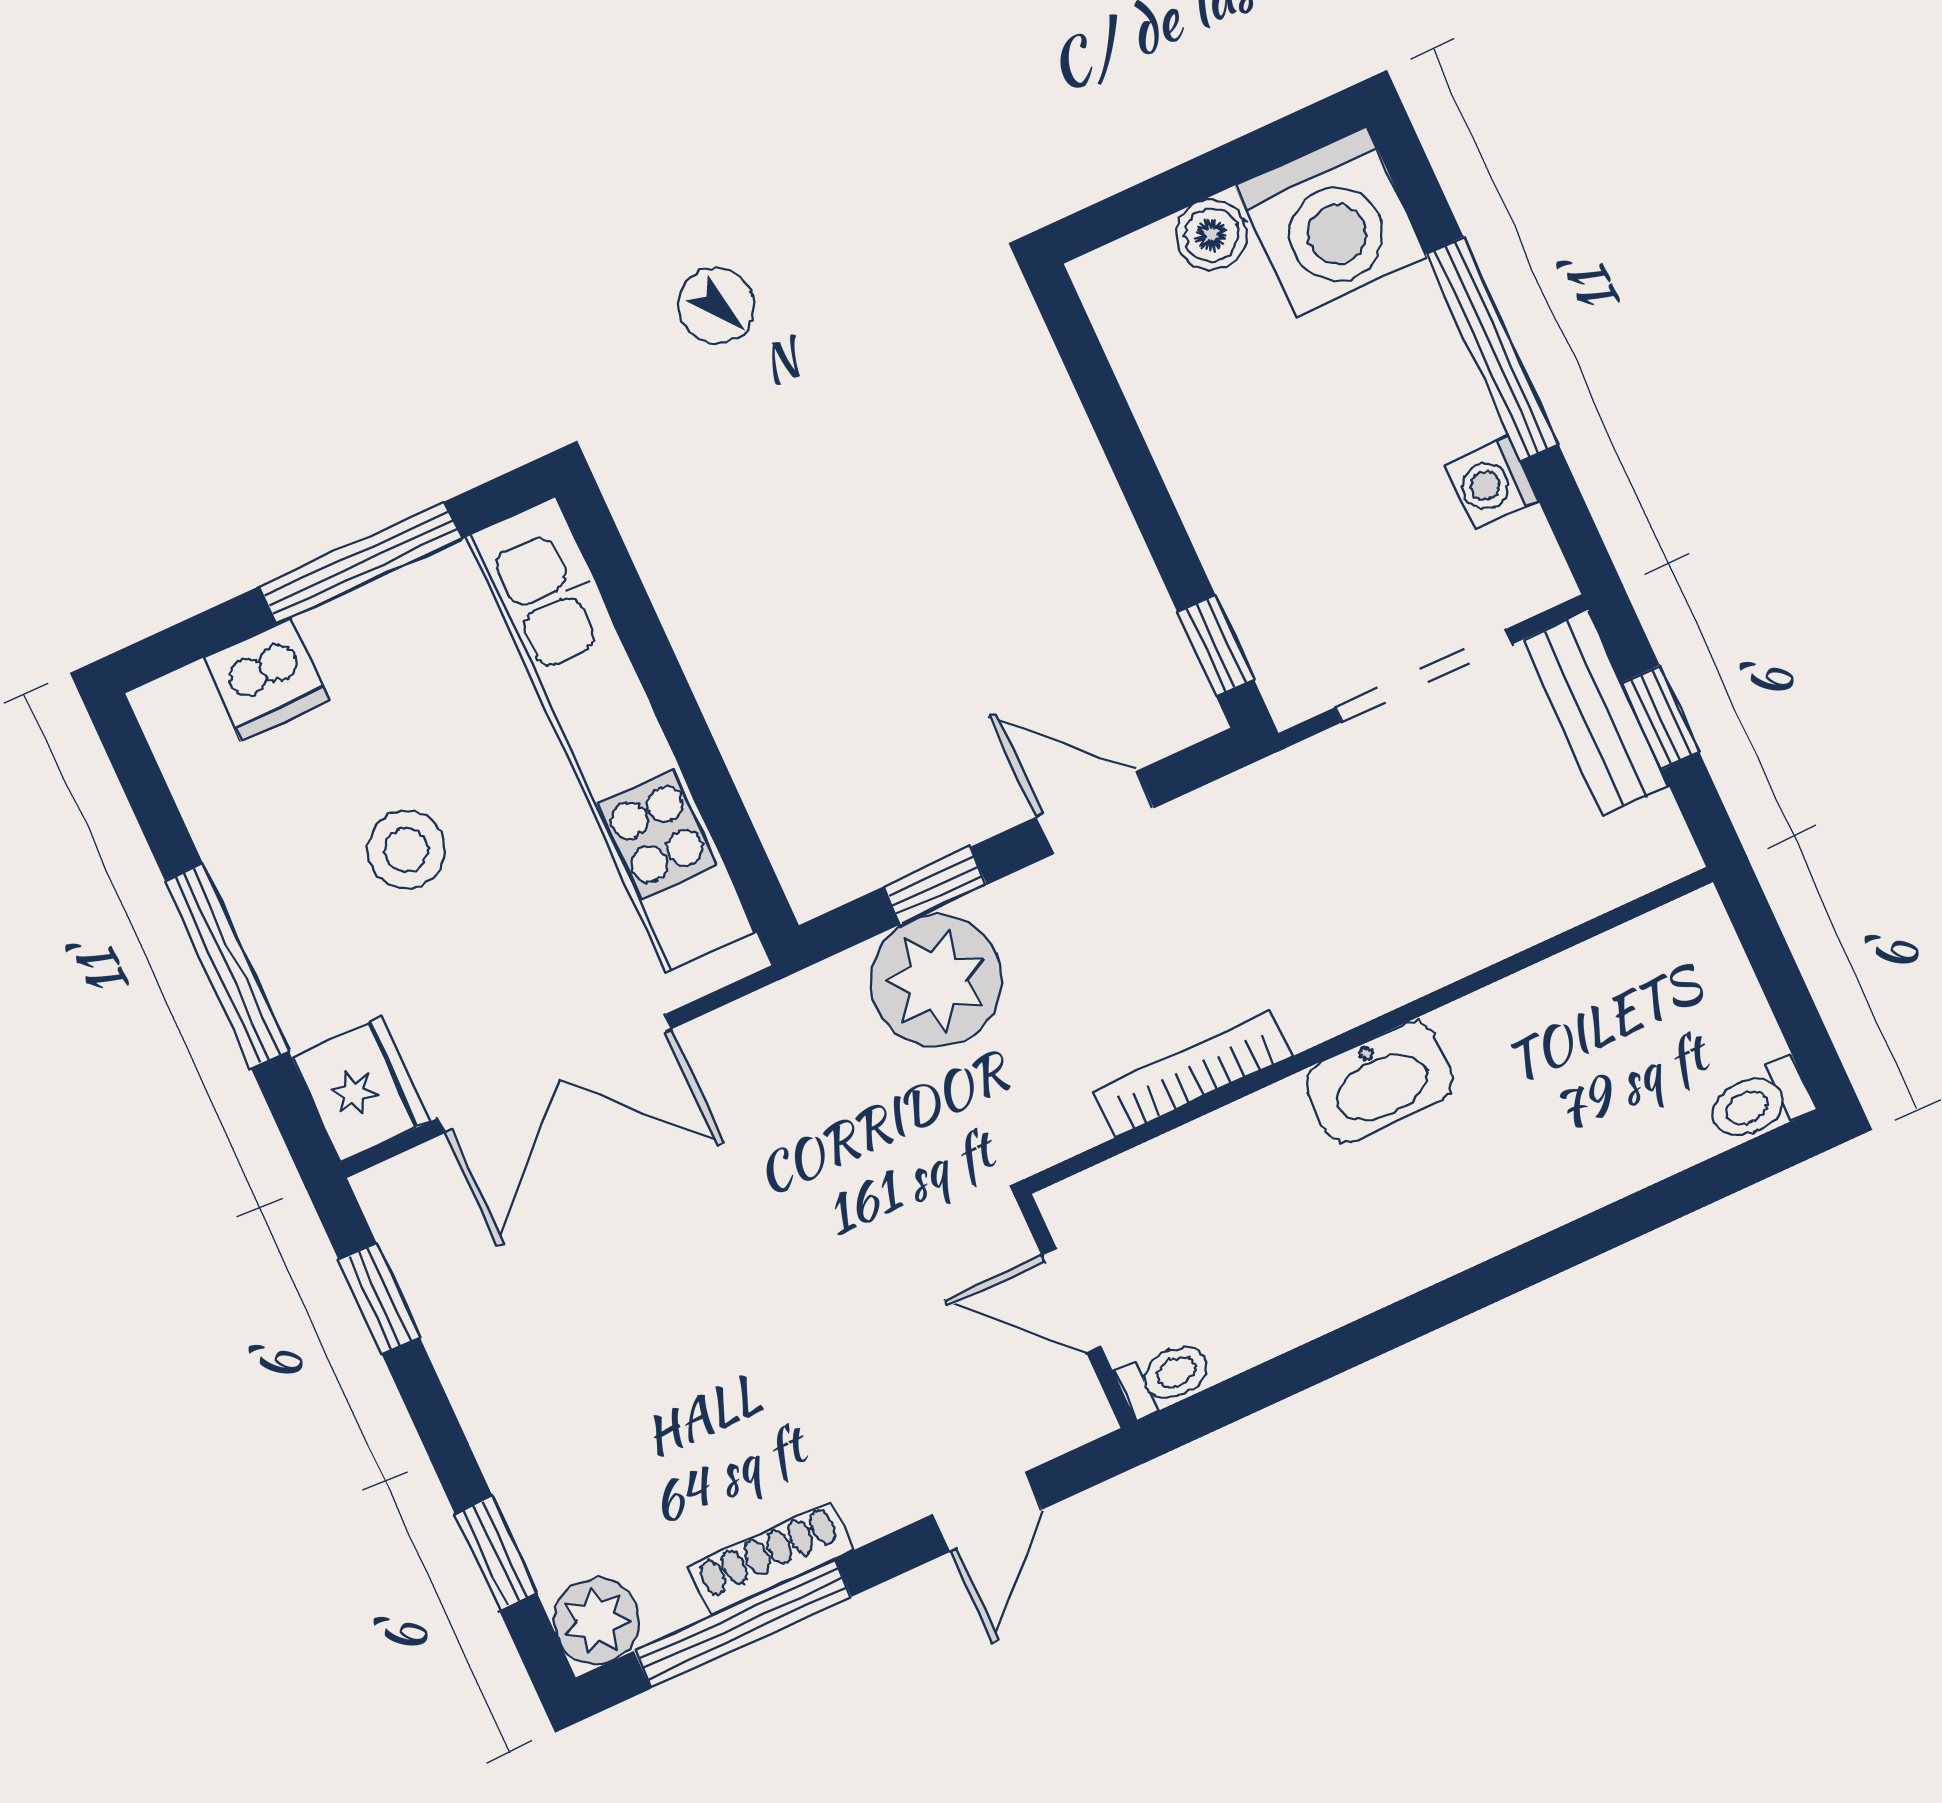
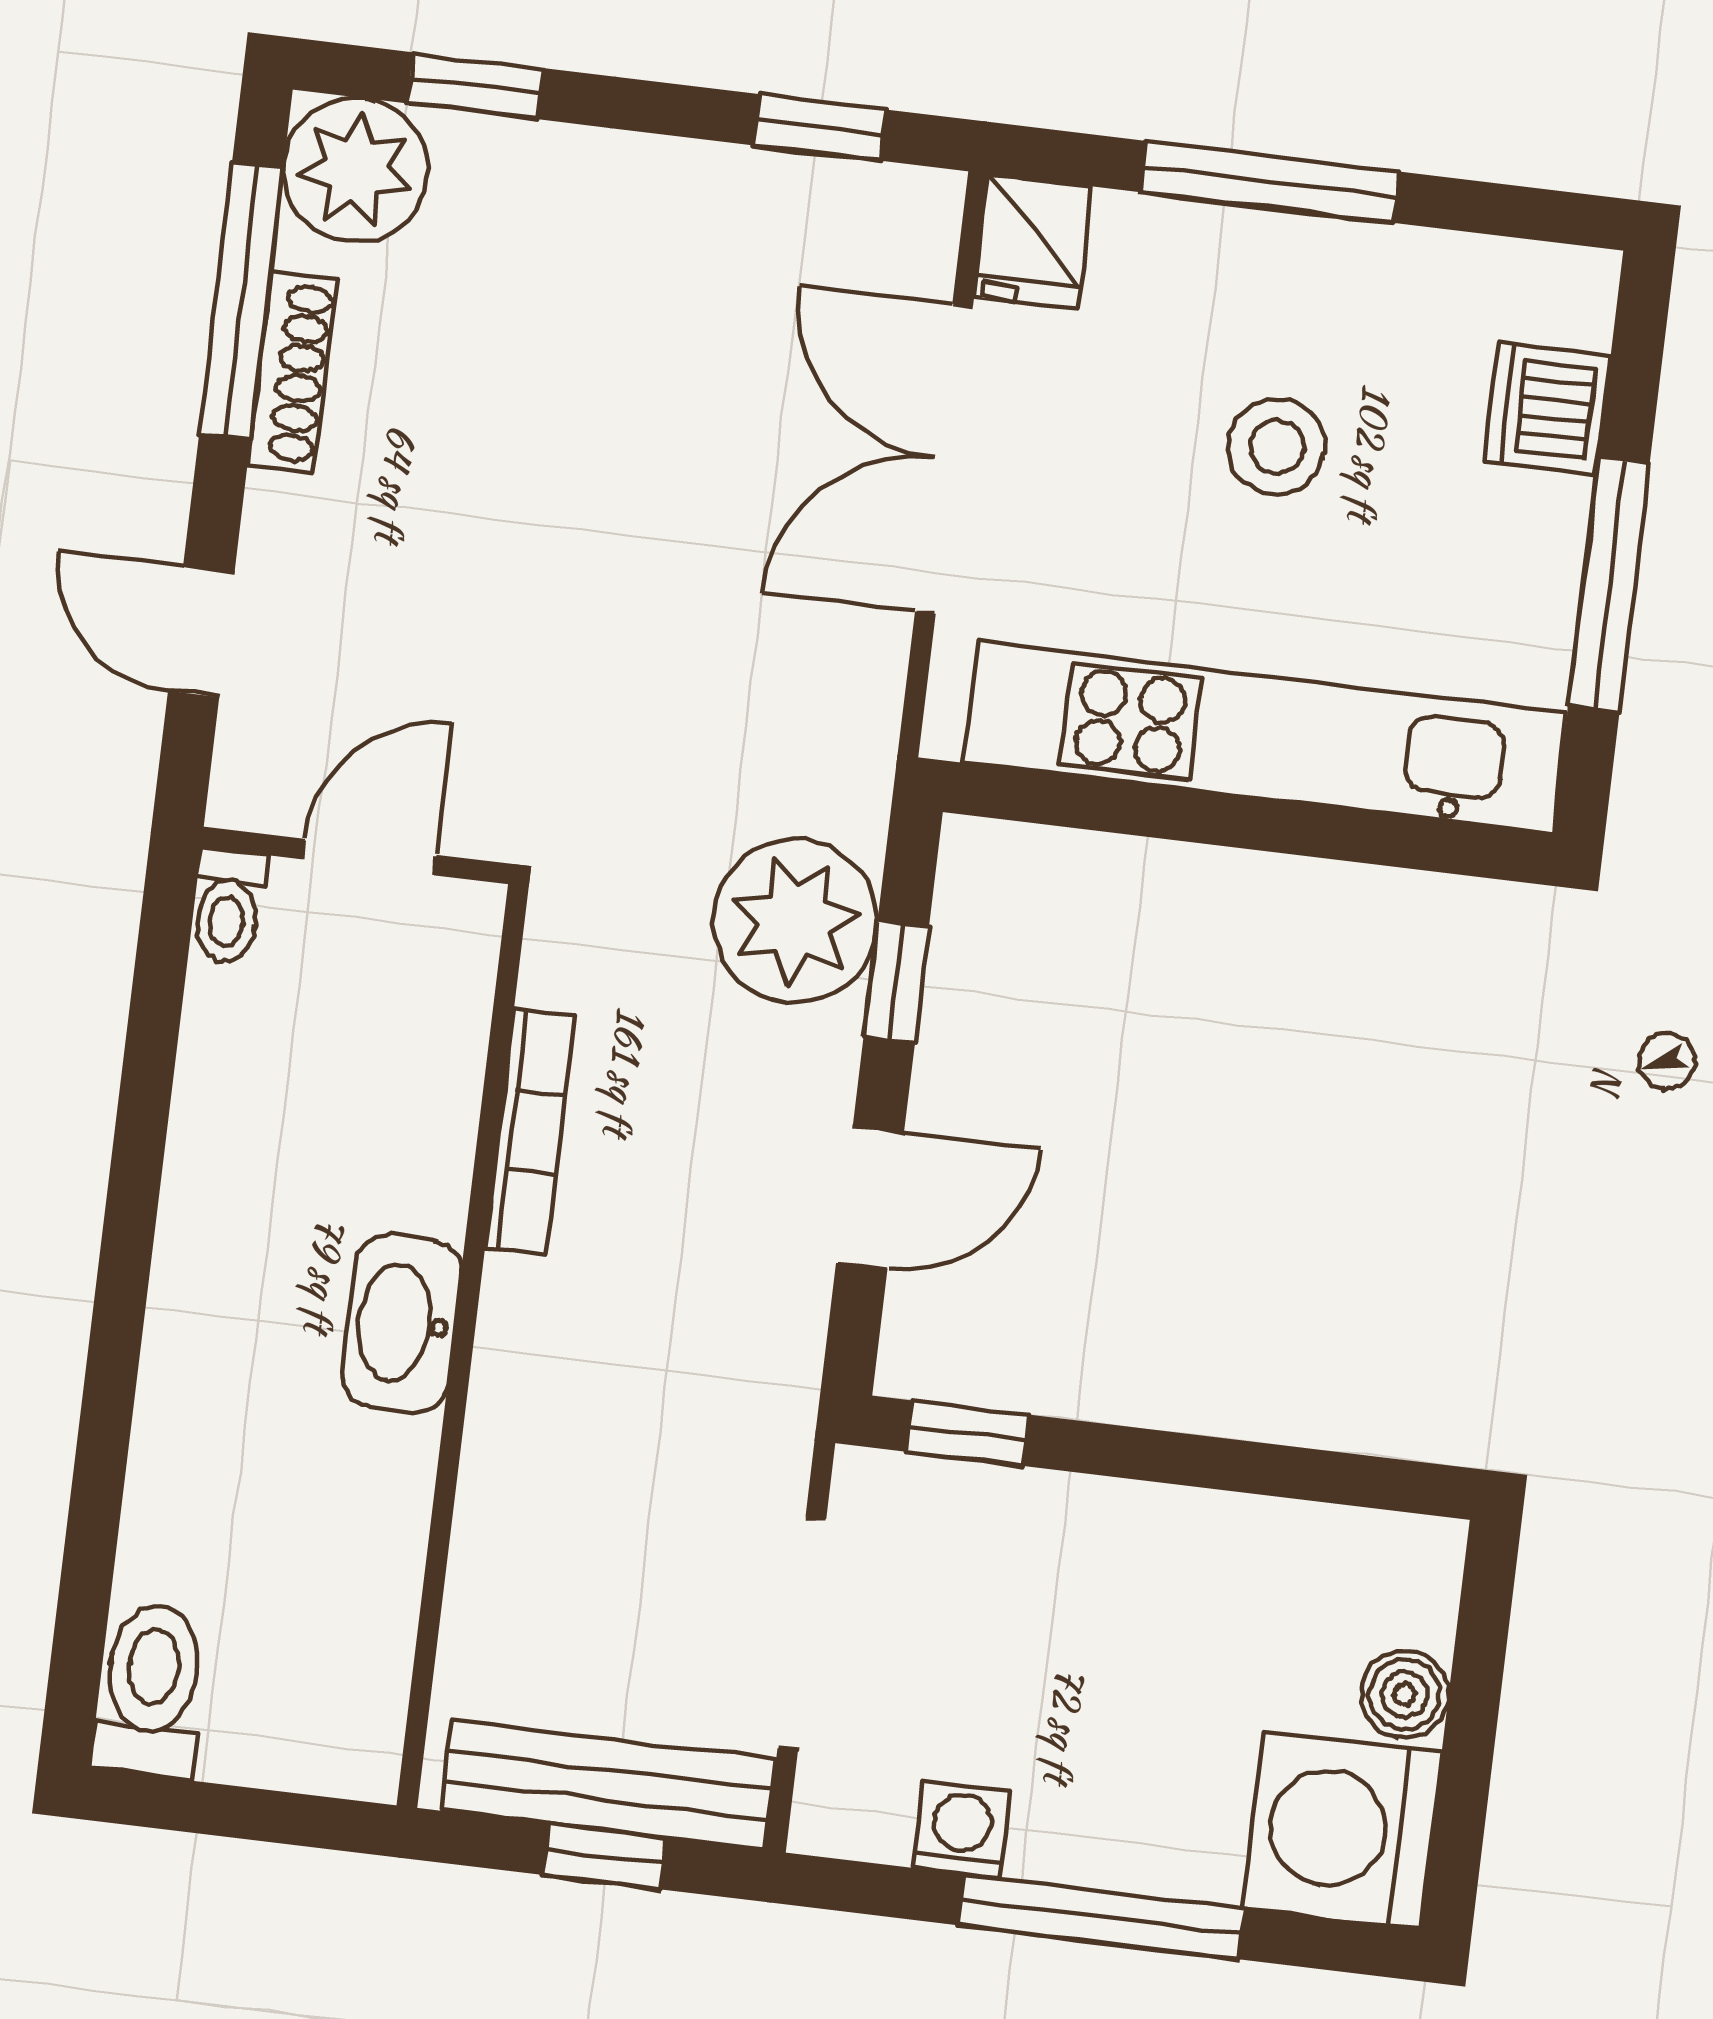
bench: (1595, 713) -> (608, 1785), width x1.36
fridge: (361, 1089) -> (1033, 241), width x0.72
toilet: (1759, 1102) -> (151, 1690), width x1.37, depth x1.39
plant: (597, 1621) -> (356, 170), width x1.36, depth x1.36

